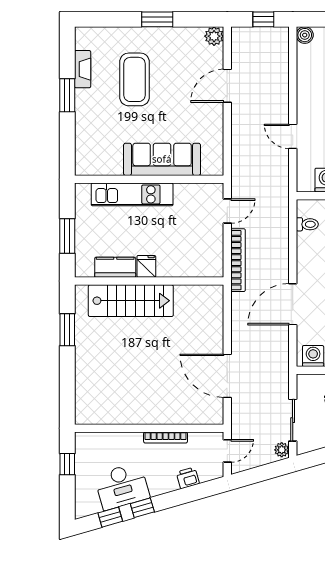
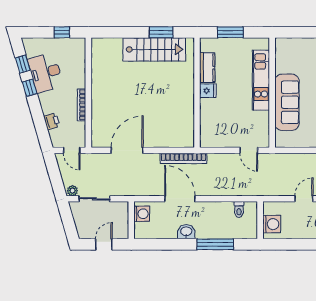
bookcase: (238, 260) -> (184, 158), moved
stairs: (131, 301) -> (154, 49), moved, turned -90

